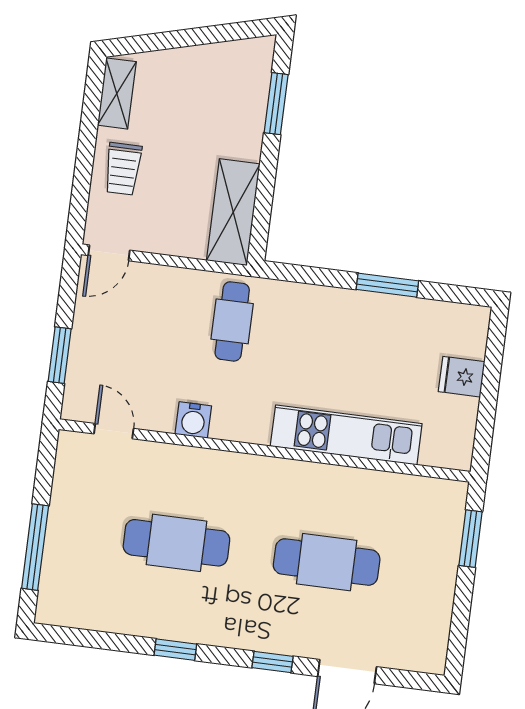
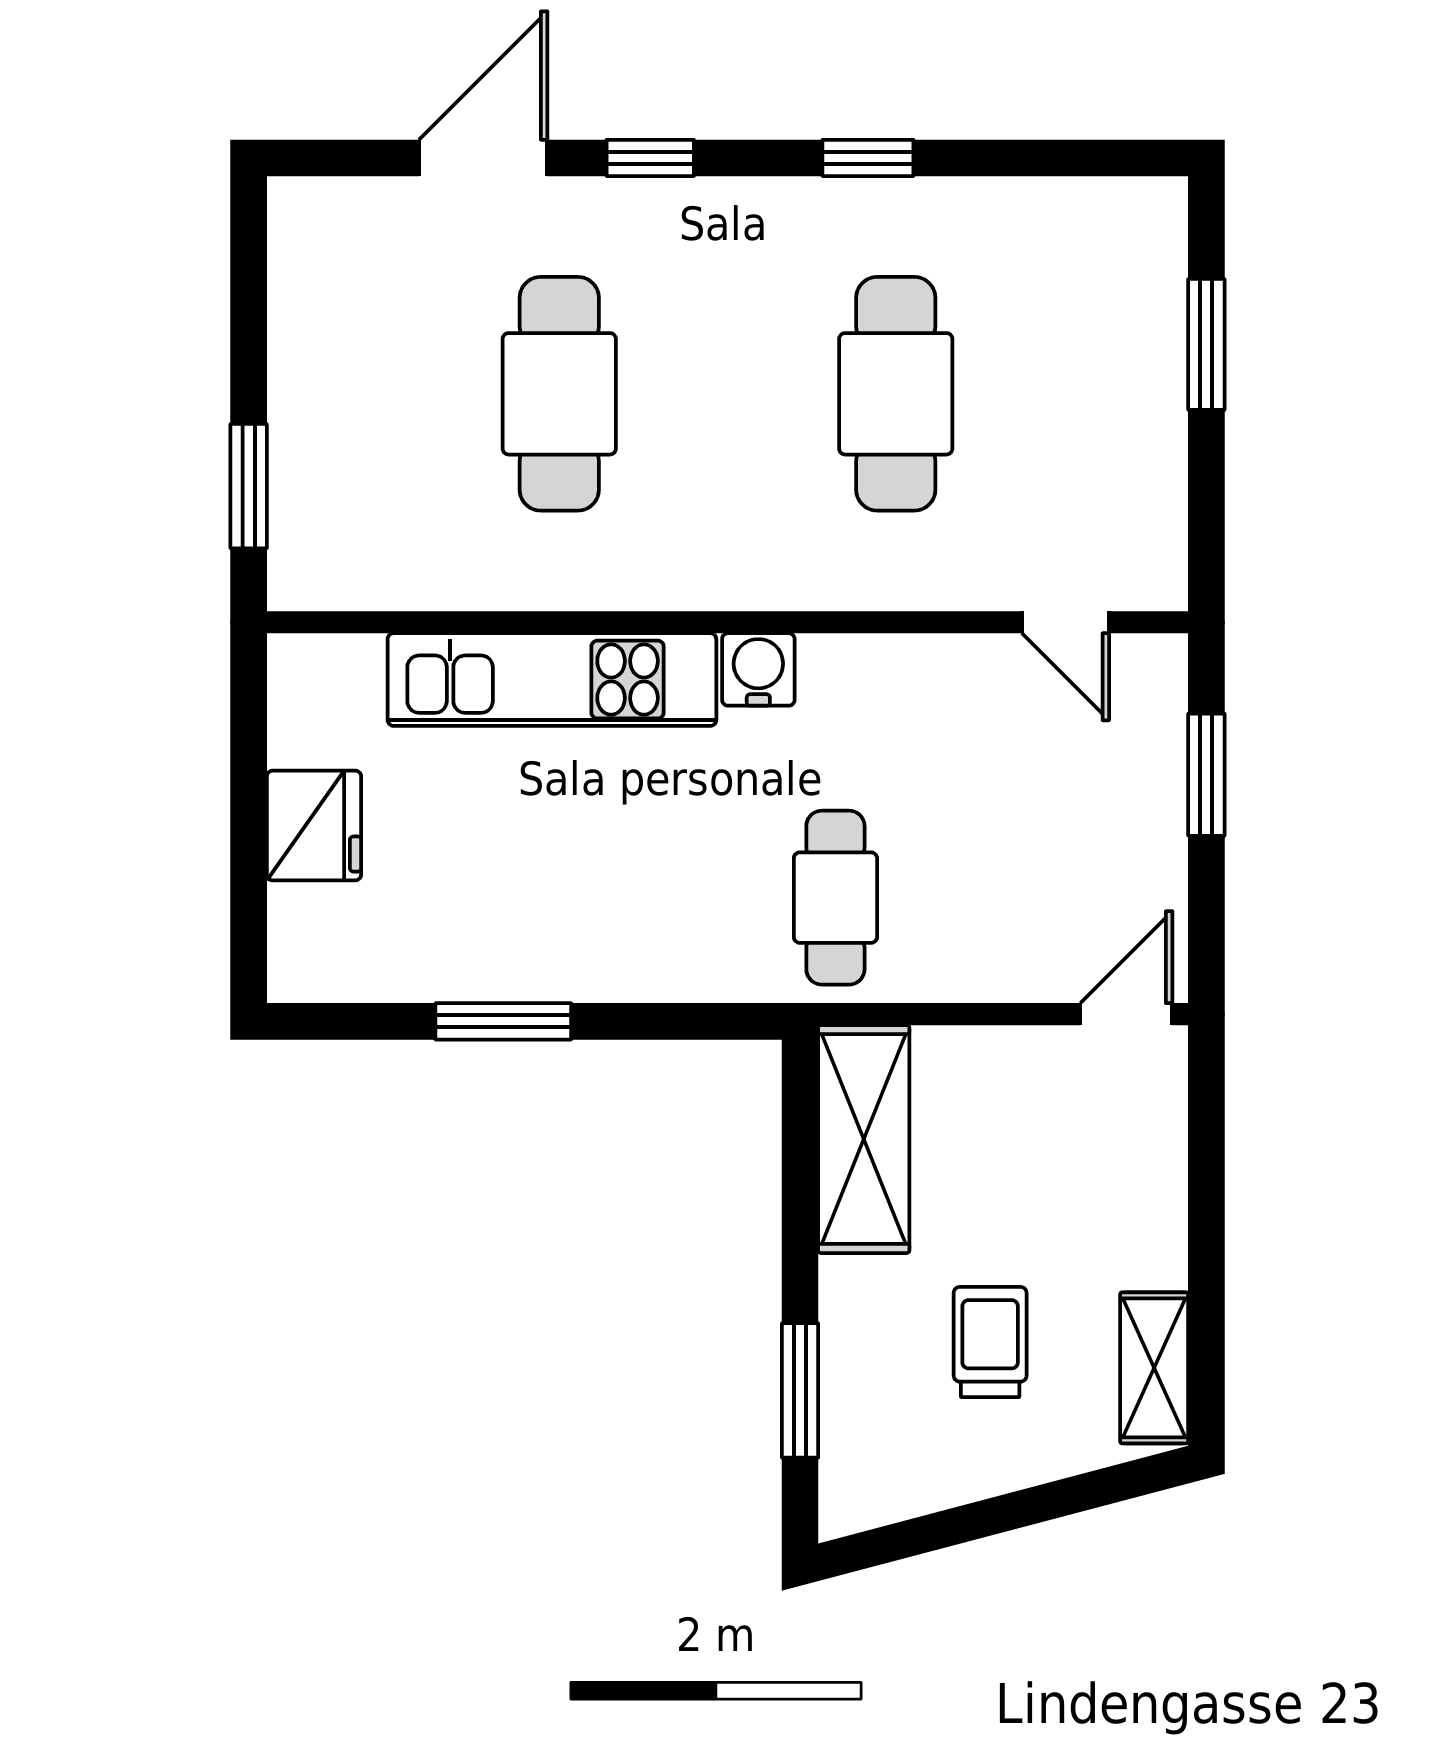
trolley: (123, 169) -> (990, 1342), moved
fridge: (462, 377) -> (314, 825), width x1.38
water cooler: (193, 420) -> (758, 669), moved
cafe table: (176, 543) -> (896, 394), turned 90
window: (35, 547) -> (1206, 344), width x0.69
cafe table: (327, 562) -> (559, 394), turned 90

